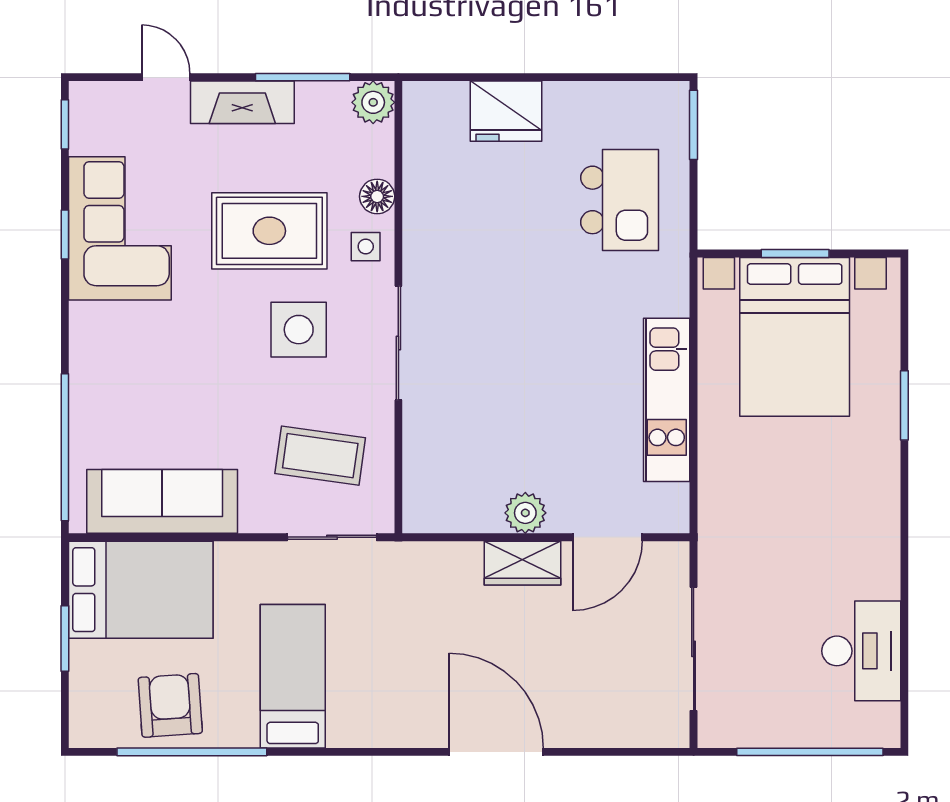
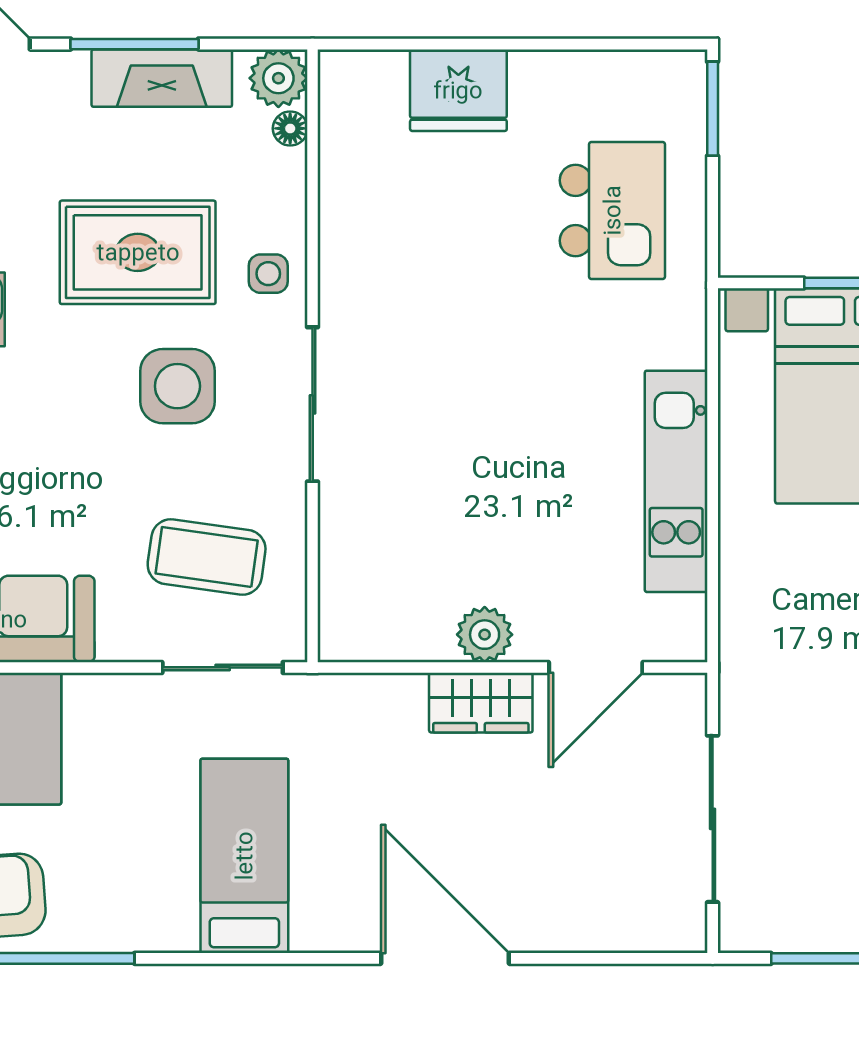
window: (303, 77) -> (135, 44), moved
fireplace: (242, 102) -> (162, 78), moved
floor lamp: (377, 196) -> (290, 128), moved, width x0.73, depth x0.73
bed: (293, 676) -> (244, 856), moved

